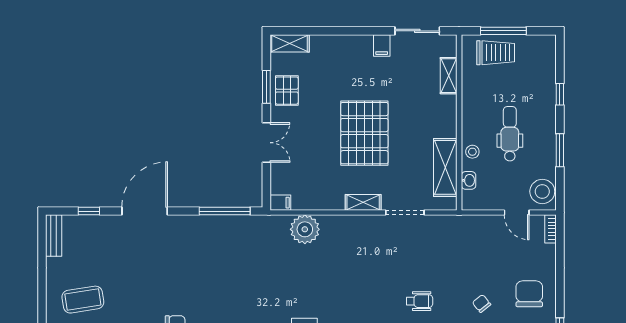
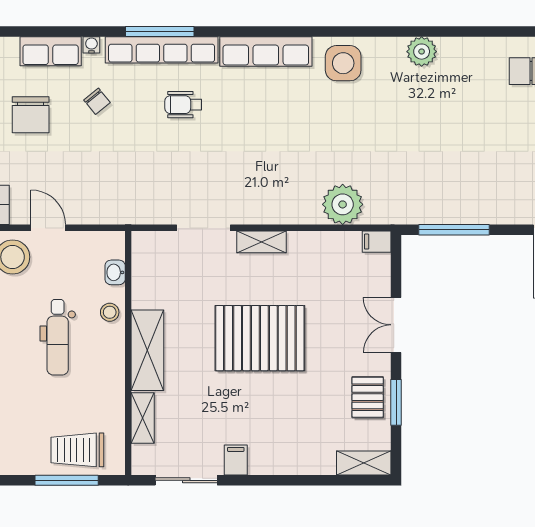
pallet: (364, 133) -> (260, 338), turned 90
shelving: (445, 167) -> (147, 350), moved

